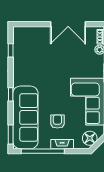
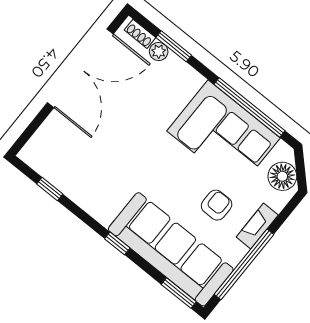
double door: (68, 24) -> (80, 68), width x1.36
armchair: (57, 121) -> (217, 205), turned 90

